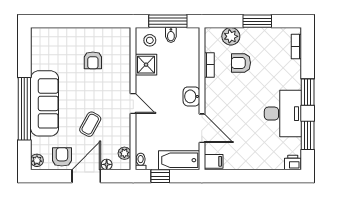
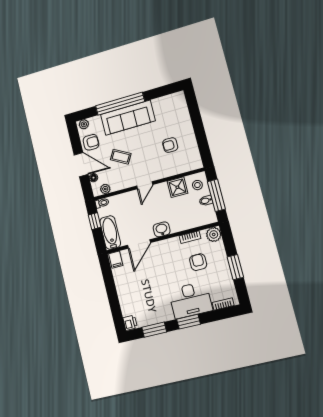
plant: (231, 36) -> (214, 234), moved
desk: (283, 114) -> (190, 300), moved

